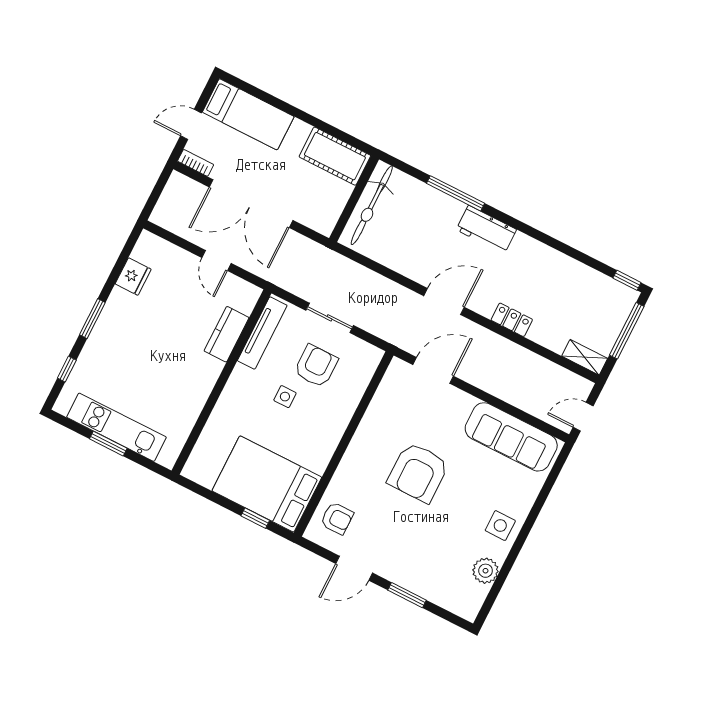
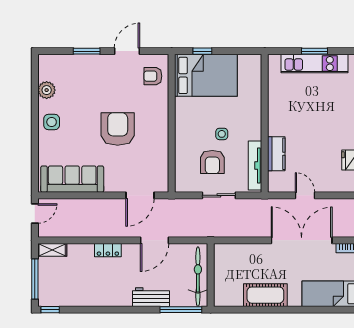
wall: (354, 199) -> (211, 275), moved
bicycle: (372, 205) -> (198, 277), moved

